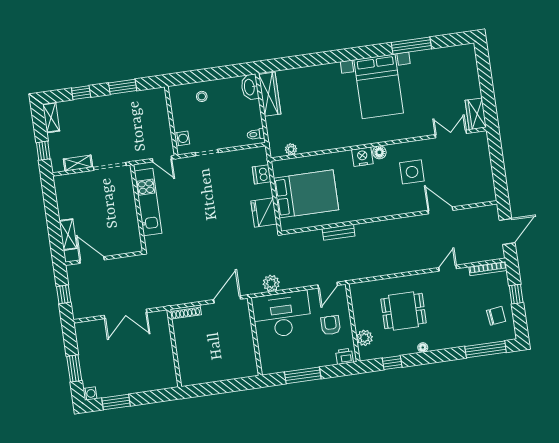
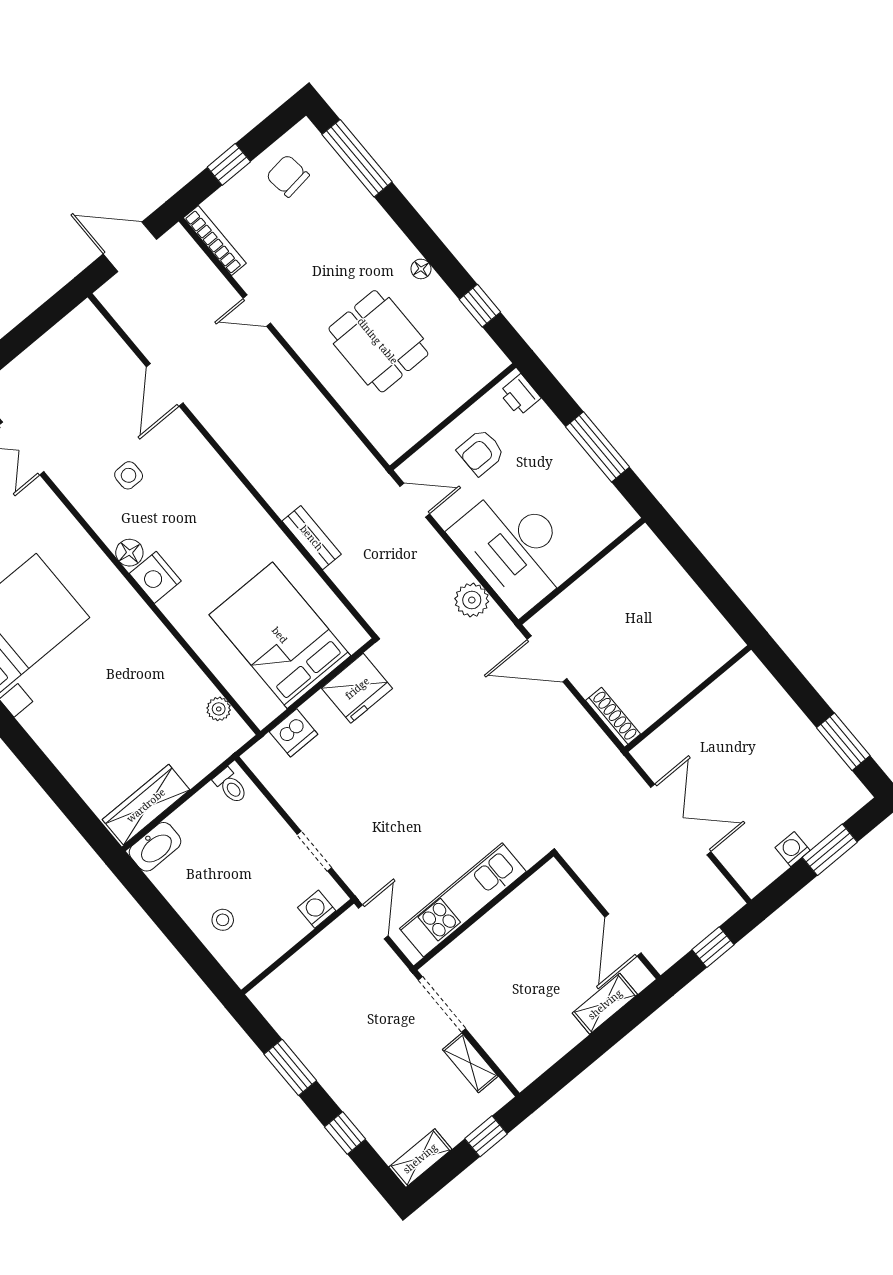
side table: (412, 172) -> (129, 475), width x0.54, depth x0.54
plant: (365, 338) -> (466, 380), removed
washing machine: (90, 394) -> (793, 849), moved

